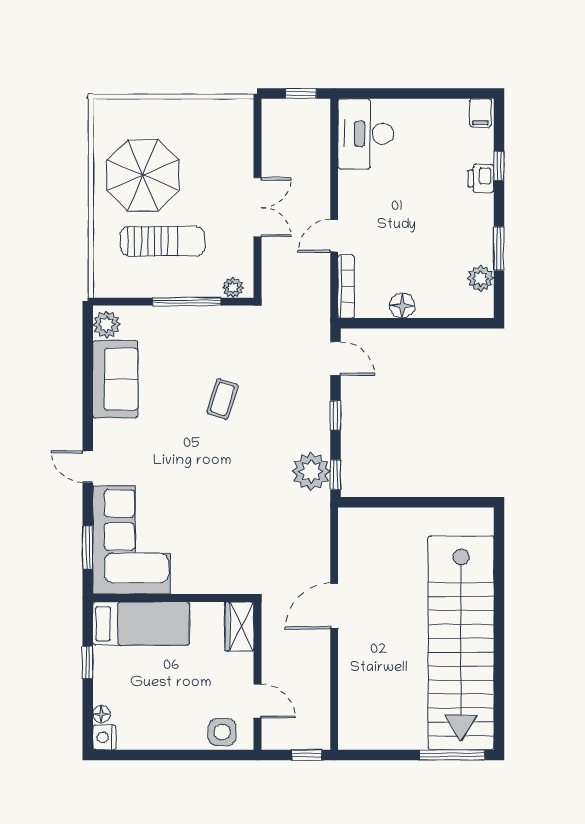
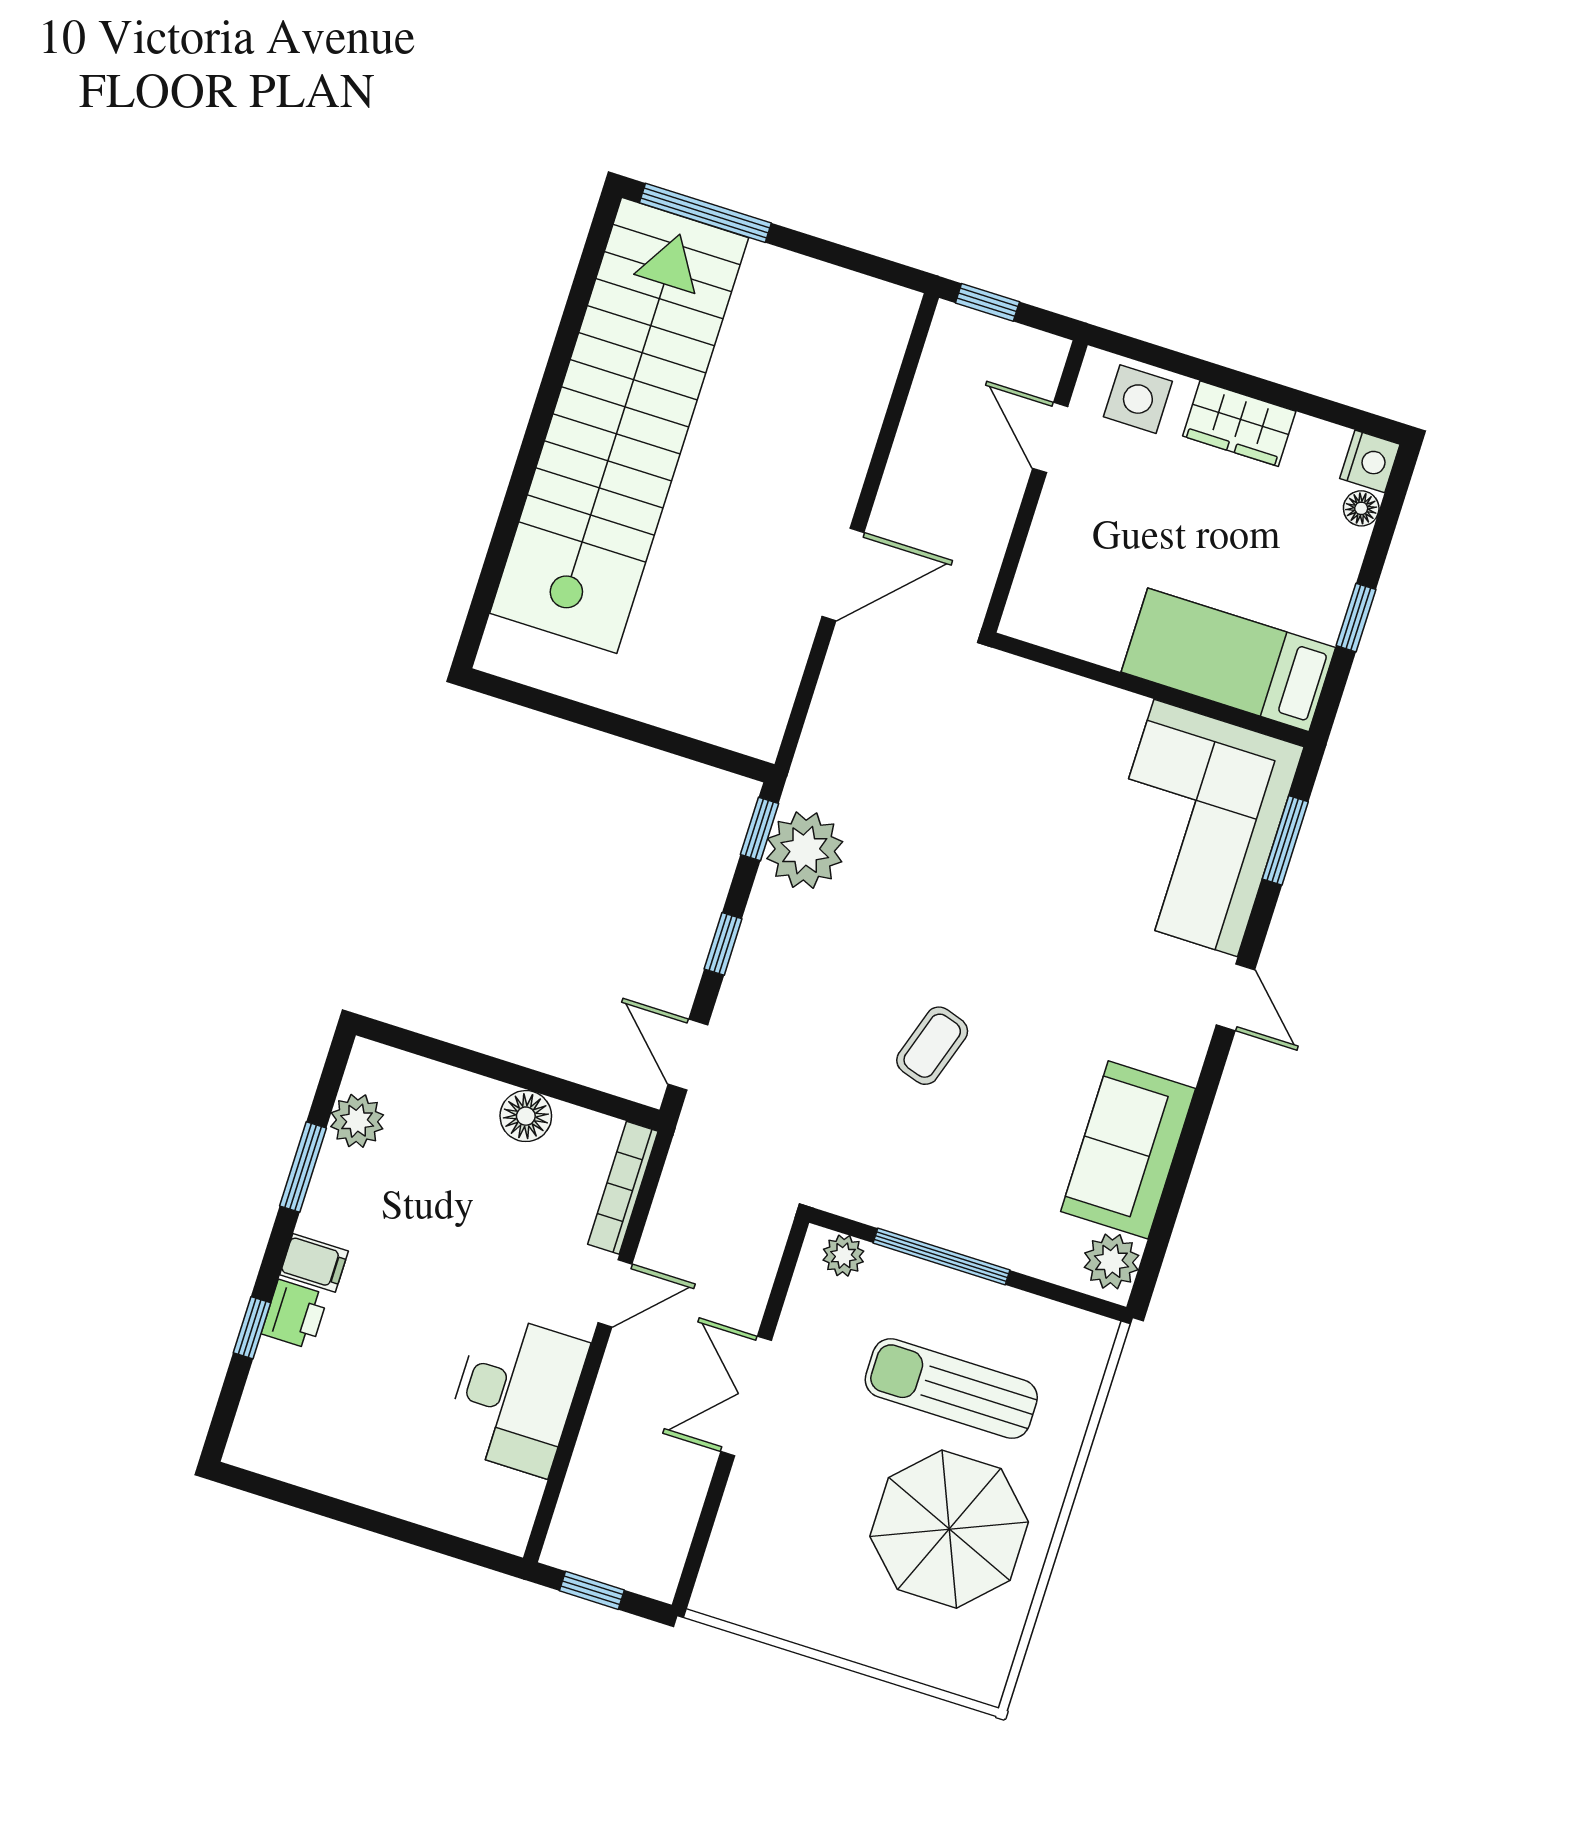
filing cabinet: (480, 113) -> (314, 1263), moved, turned 90
desk: (366, 134) -> (516, 1394), moved
wardrobe: (239, 626) -> (1239, 424), moved, turned 90

